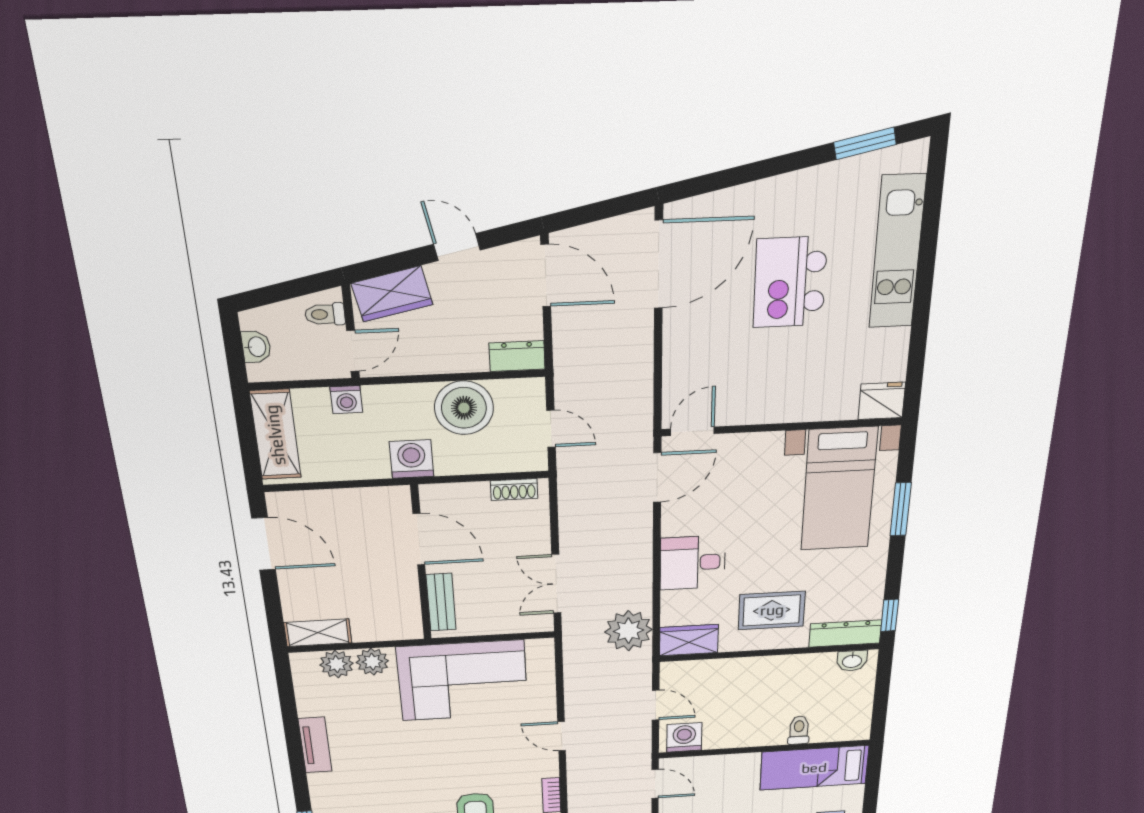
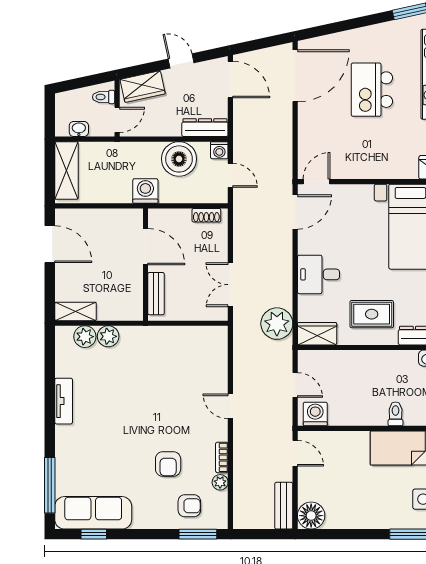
washbasin: (256, 347) -> (79, 129), moved, turned -90
dresser: (517, 356) -> (205, 128), width x1.44
washing machine: (346, 400) -> (219, 150), moved
corner sofa: (463, 681) -> (166, 355), removed

